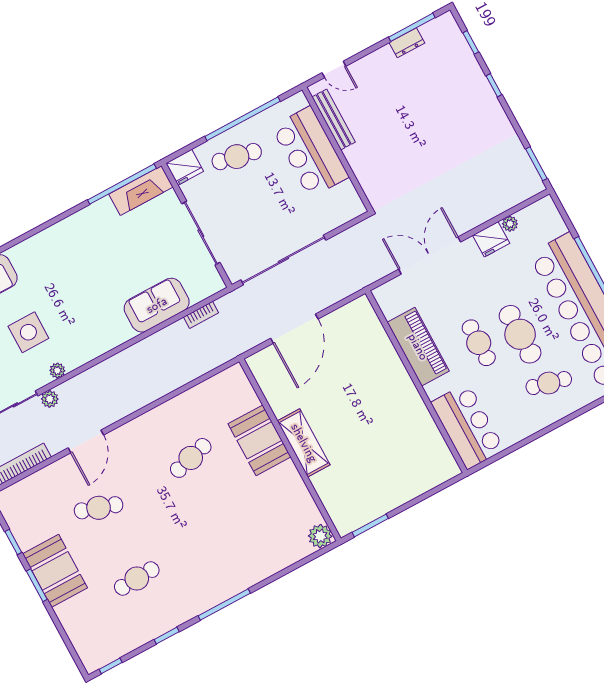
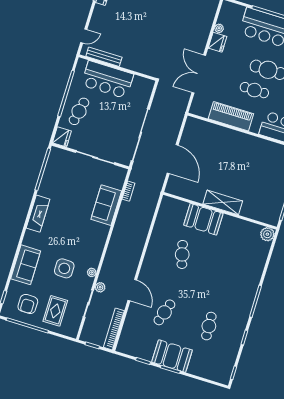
fireplace: (141, 191) -> (38, 214), moved

